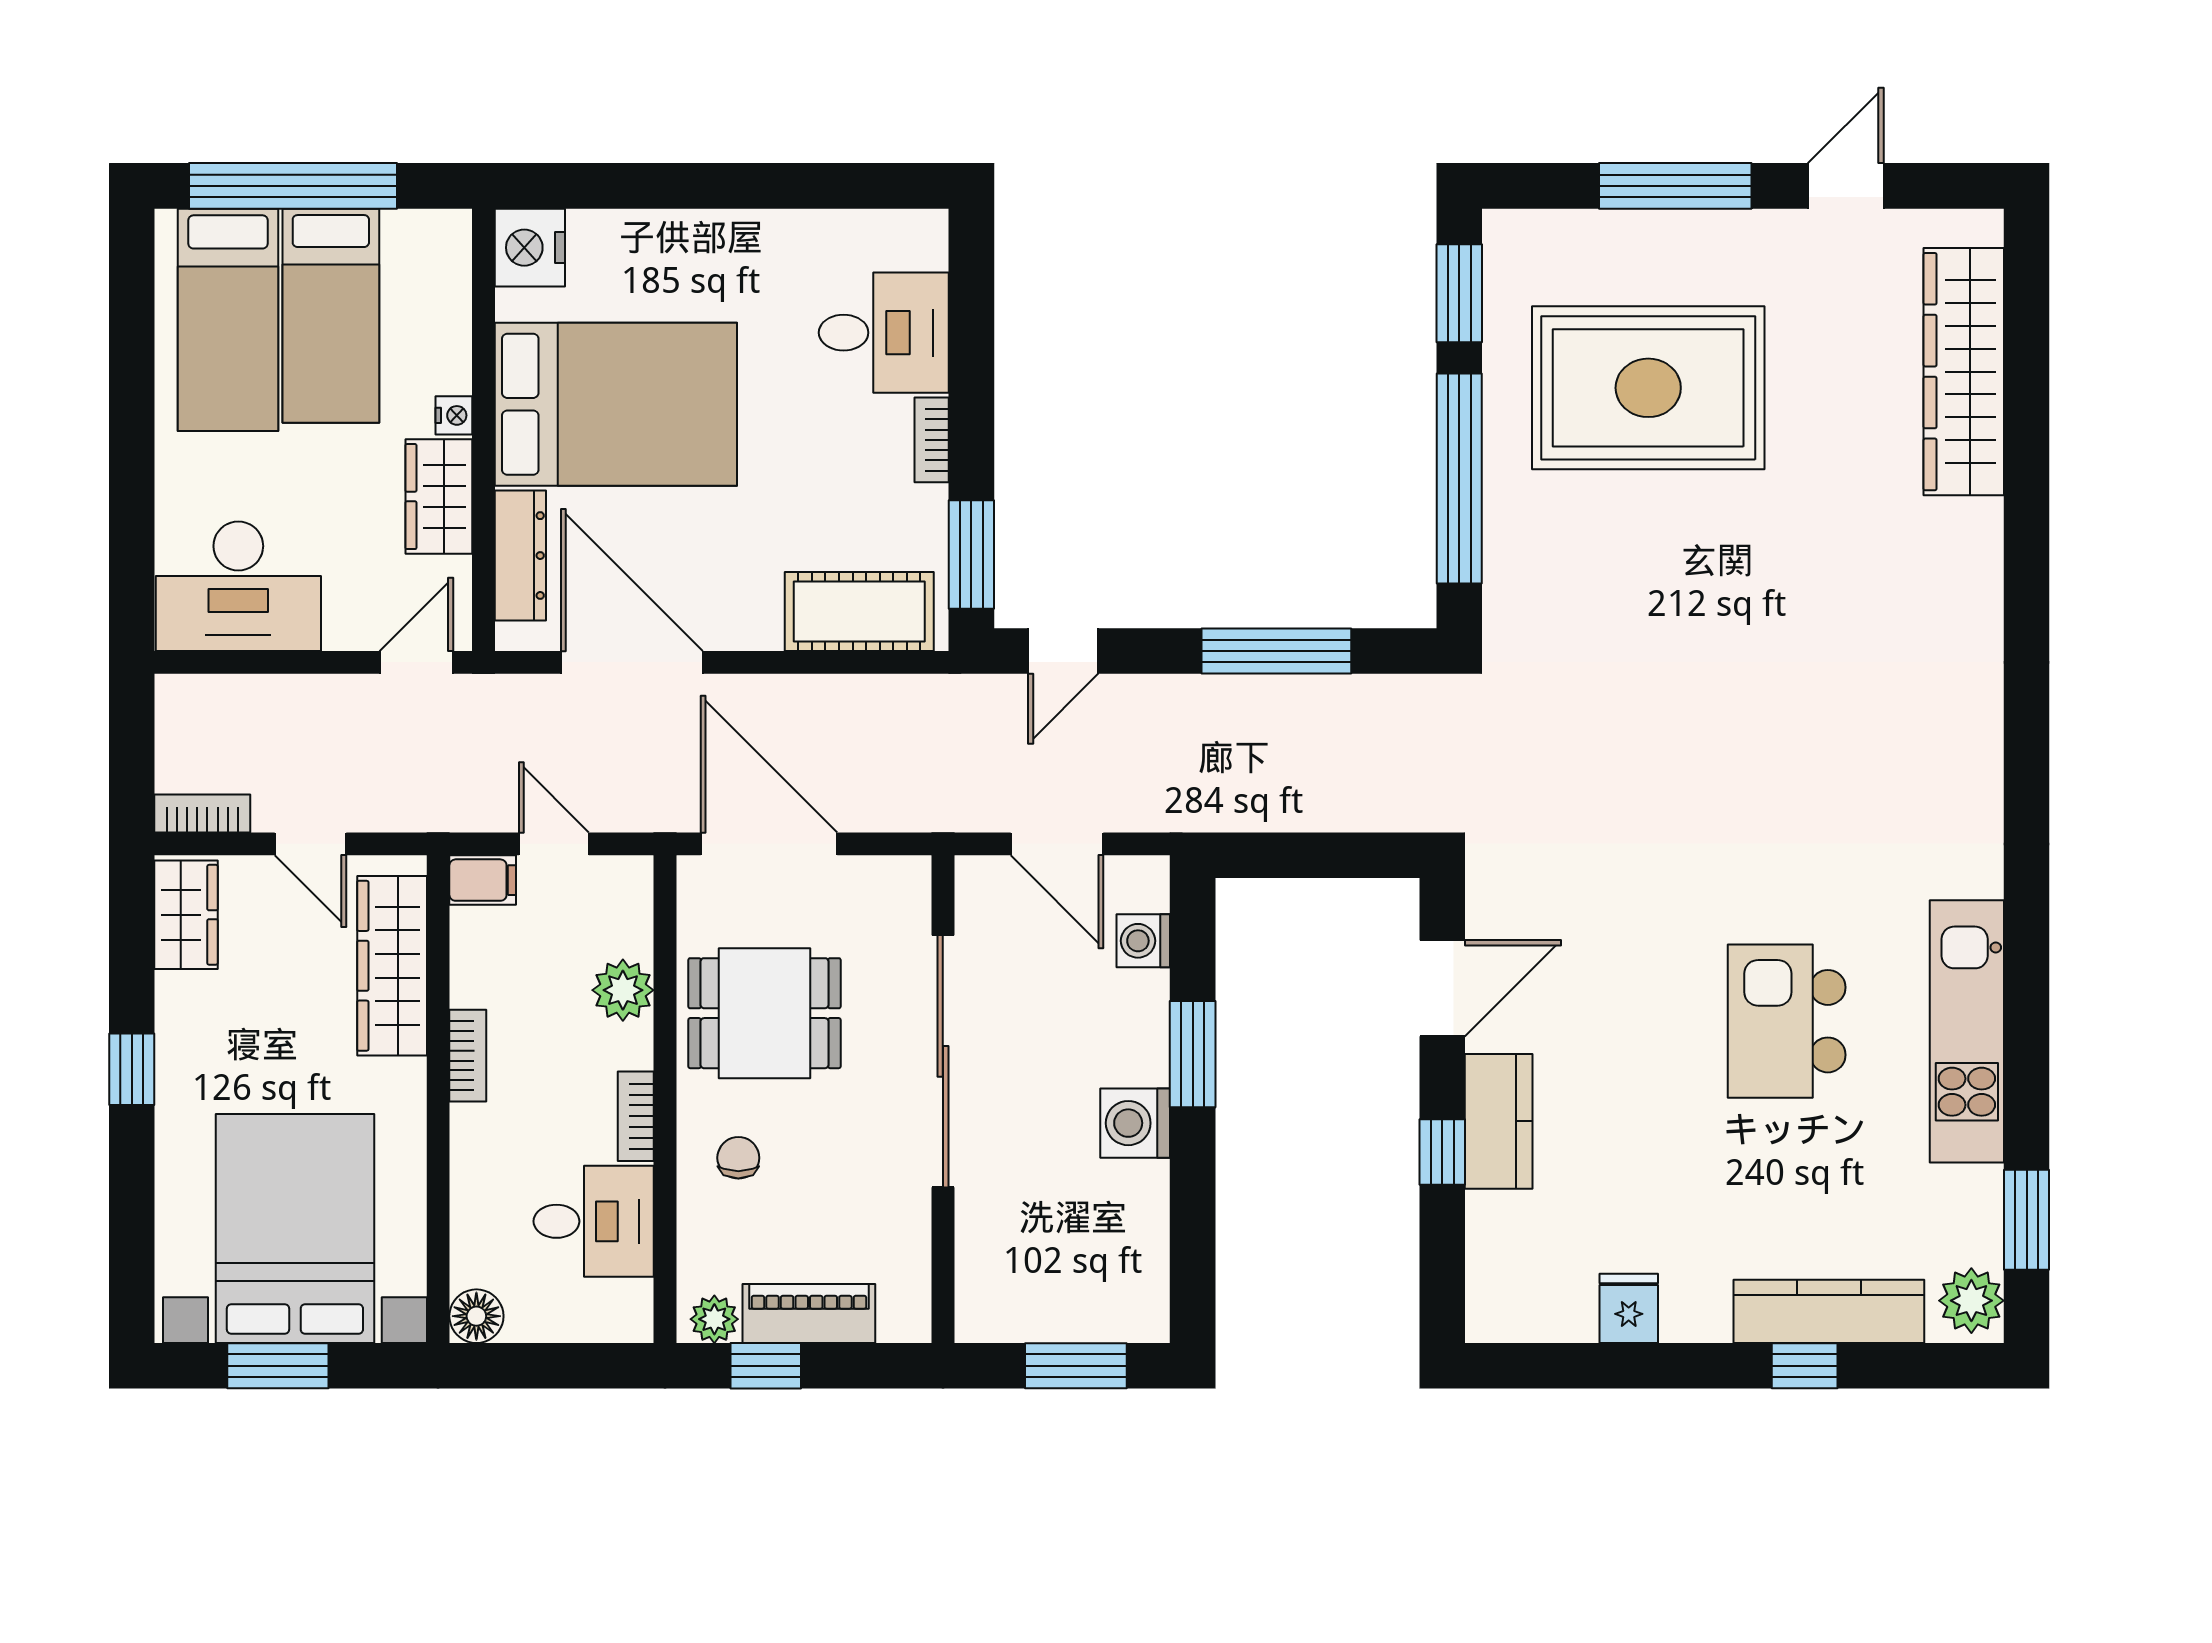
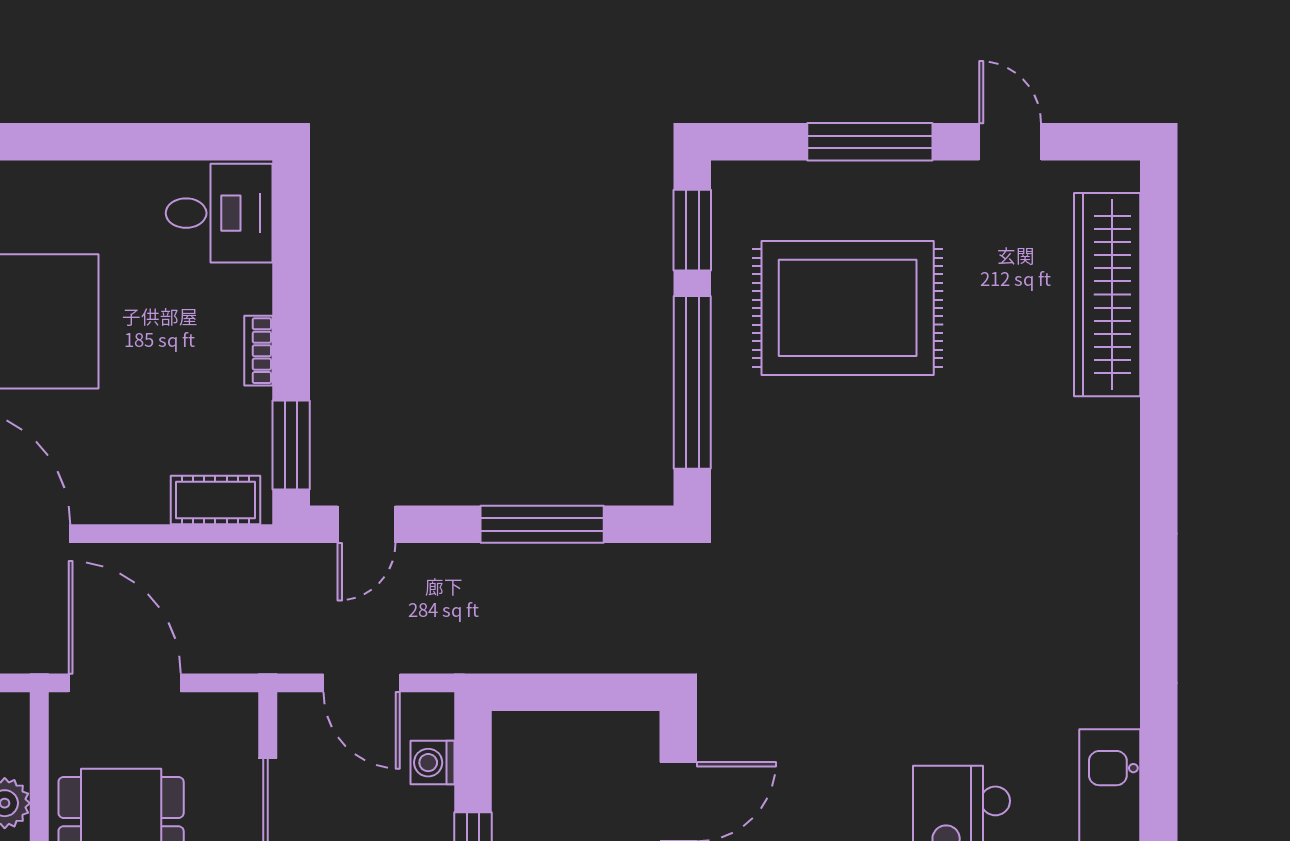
door: (1846, 186) -> (1010, 142), hinge flipped
desk: (884, 333) -> (219, 213), moved
cot: (859, 611) -> (215, 500), width x0.73, depth x0.75

